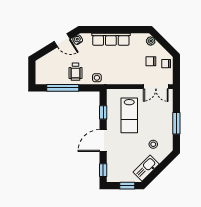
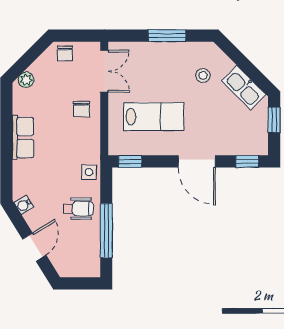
row of seats: (111, 39) -> (23, 137), width x0.68
door: (62, 40) -> (34, 247), moved
chair: (151, 61) -> (81, 109), moved
window: (103, 112) -> (130, 161), moved

